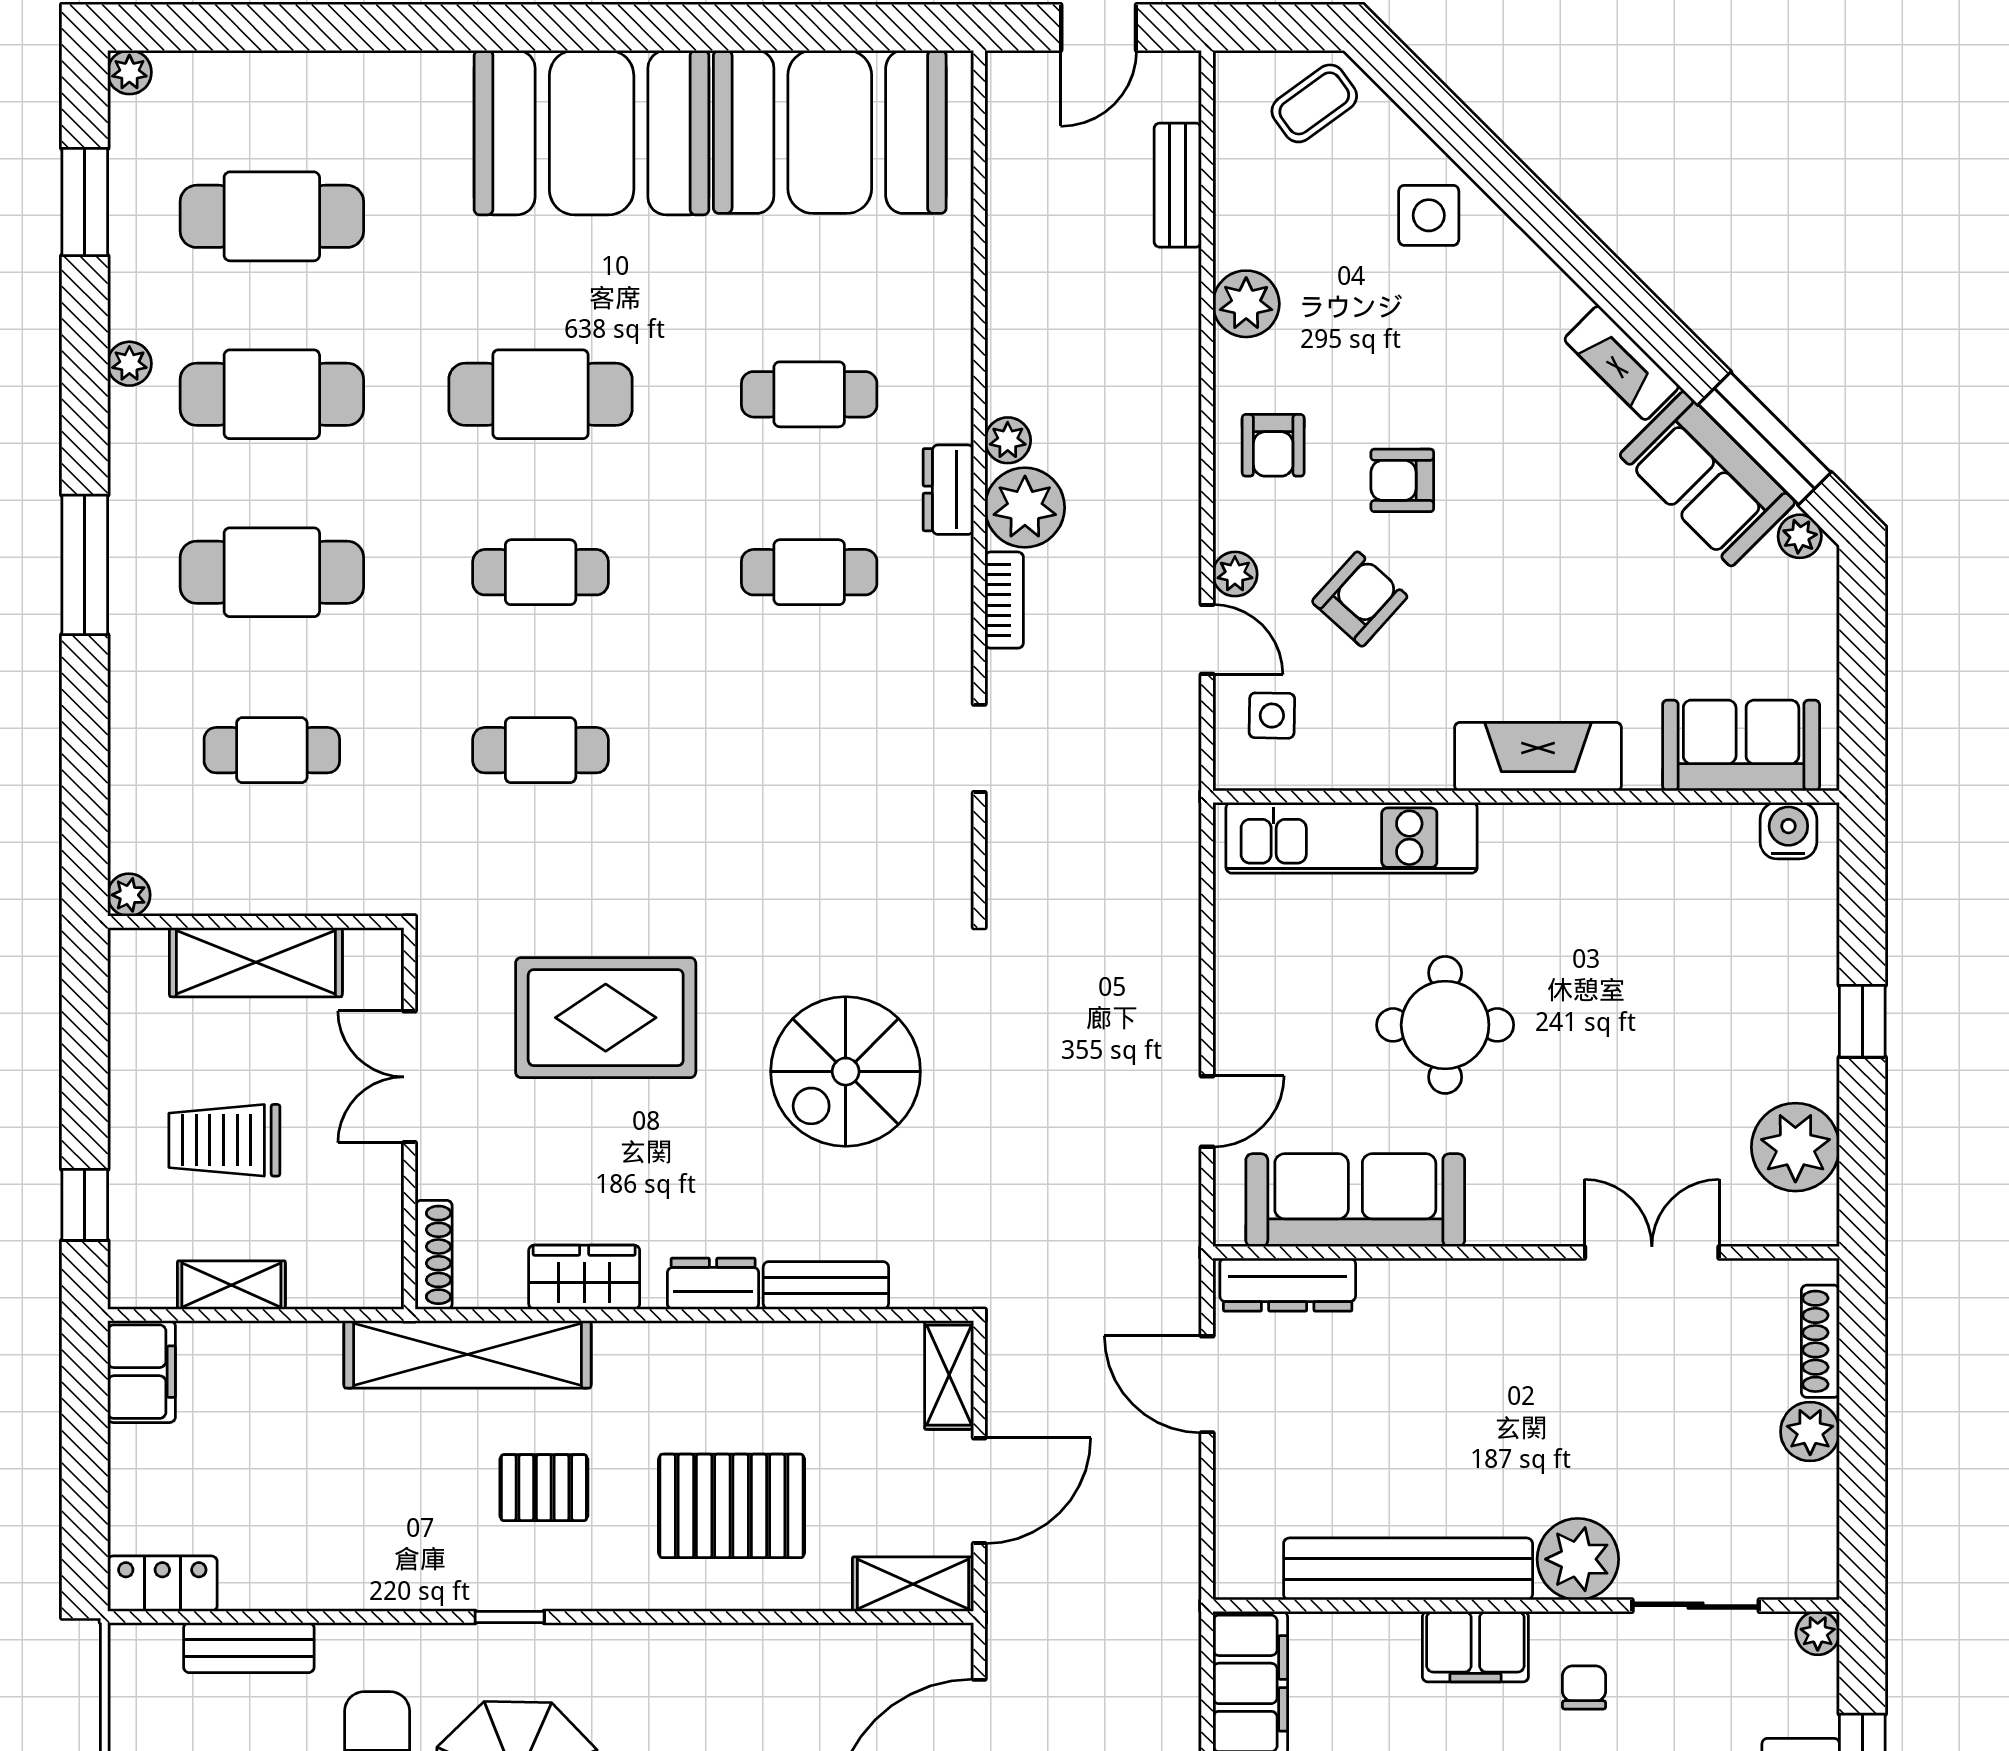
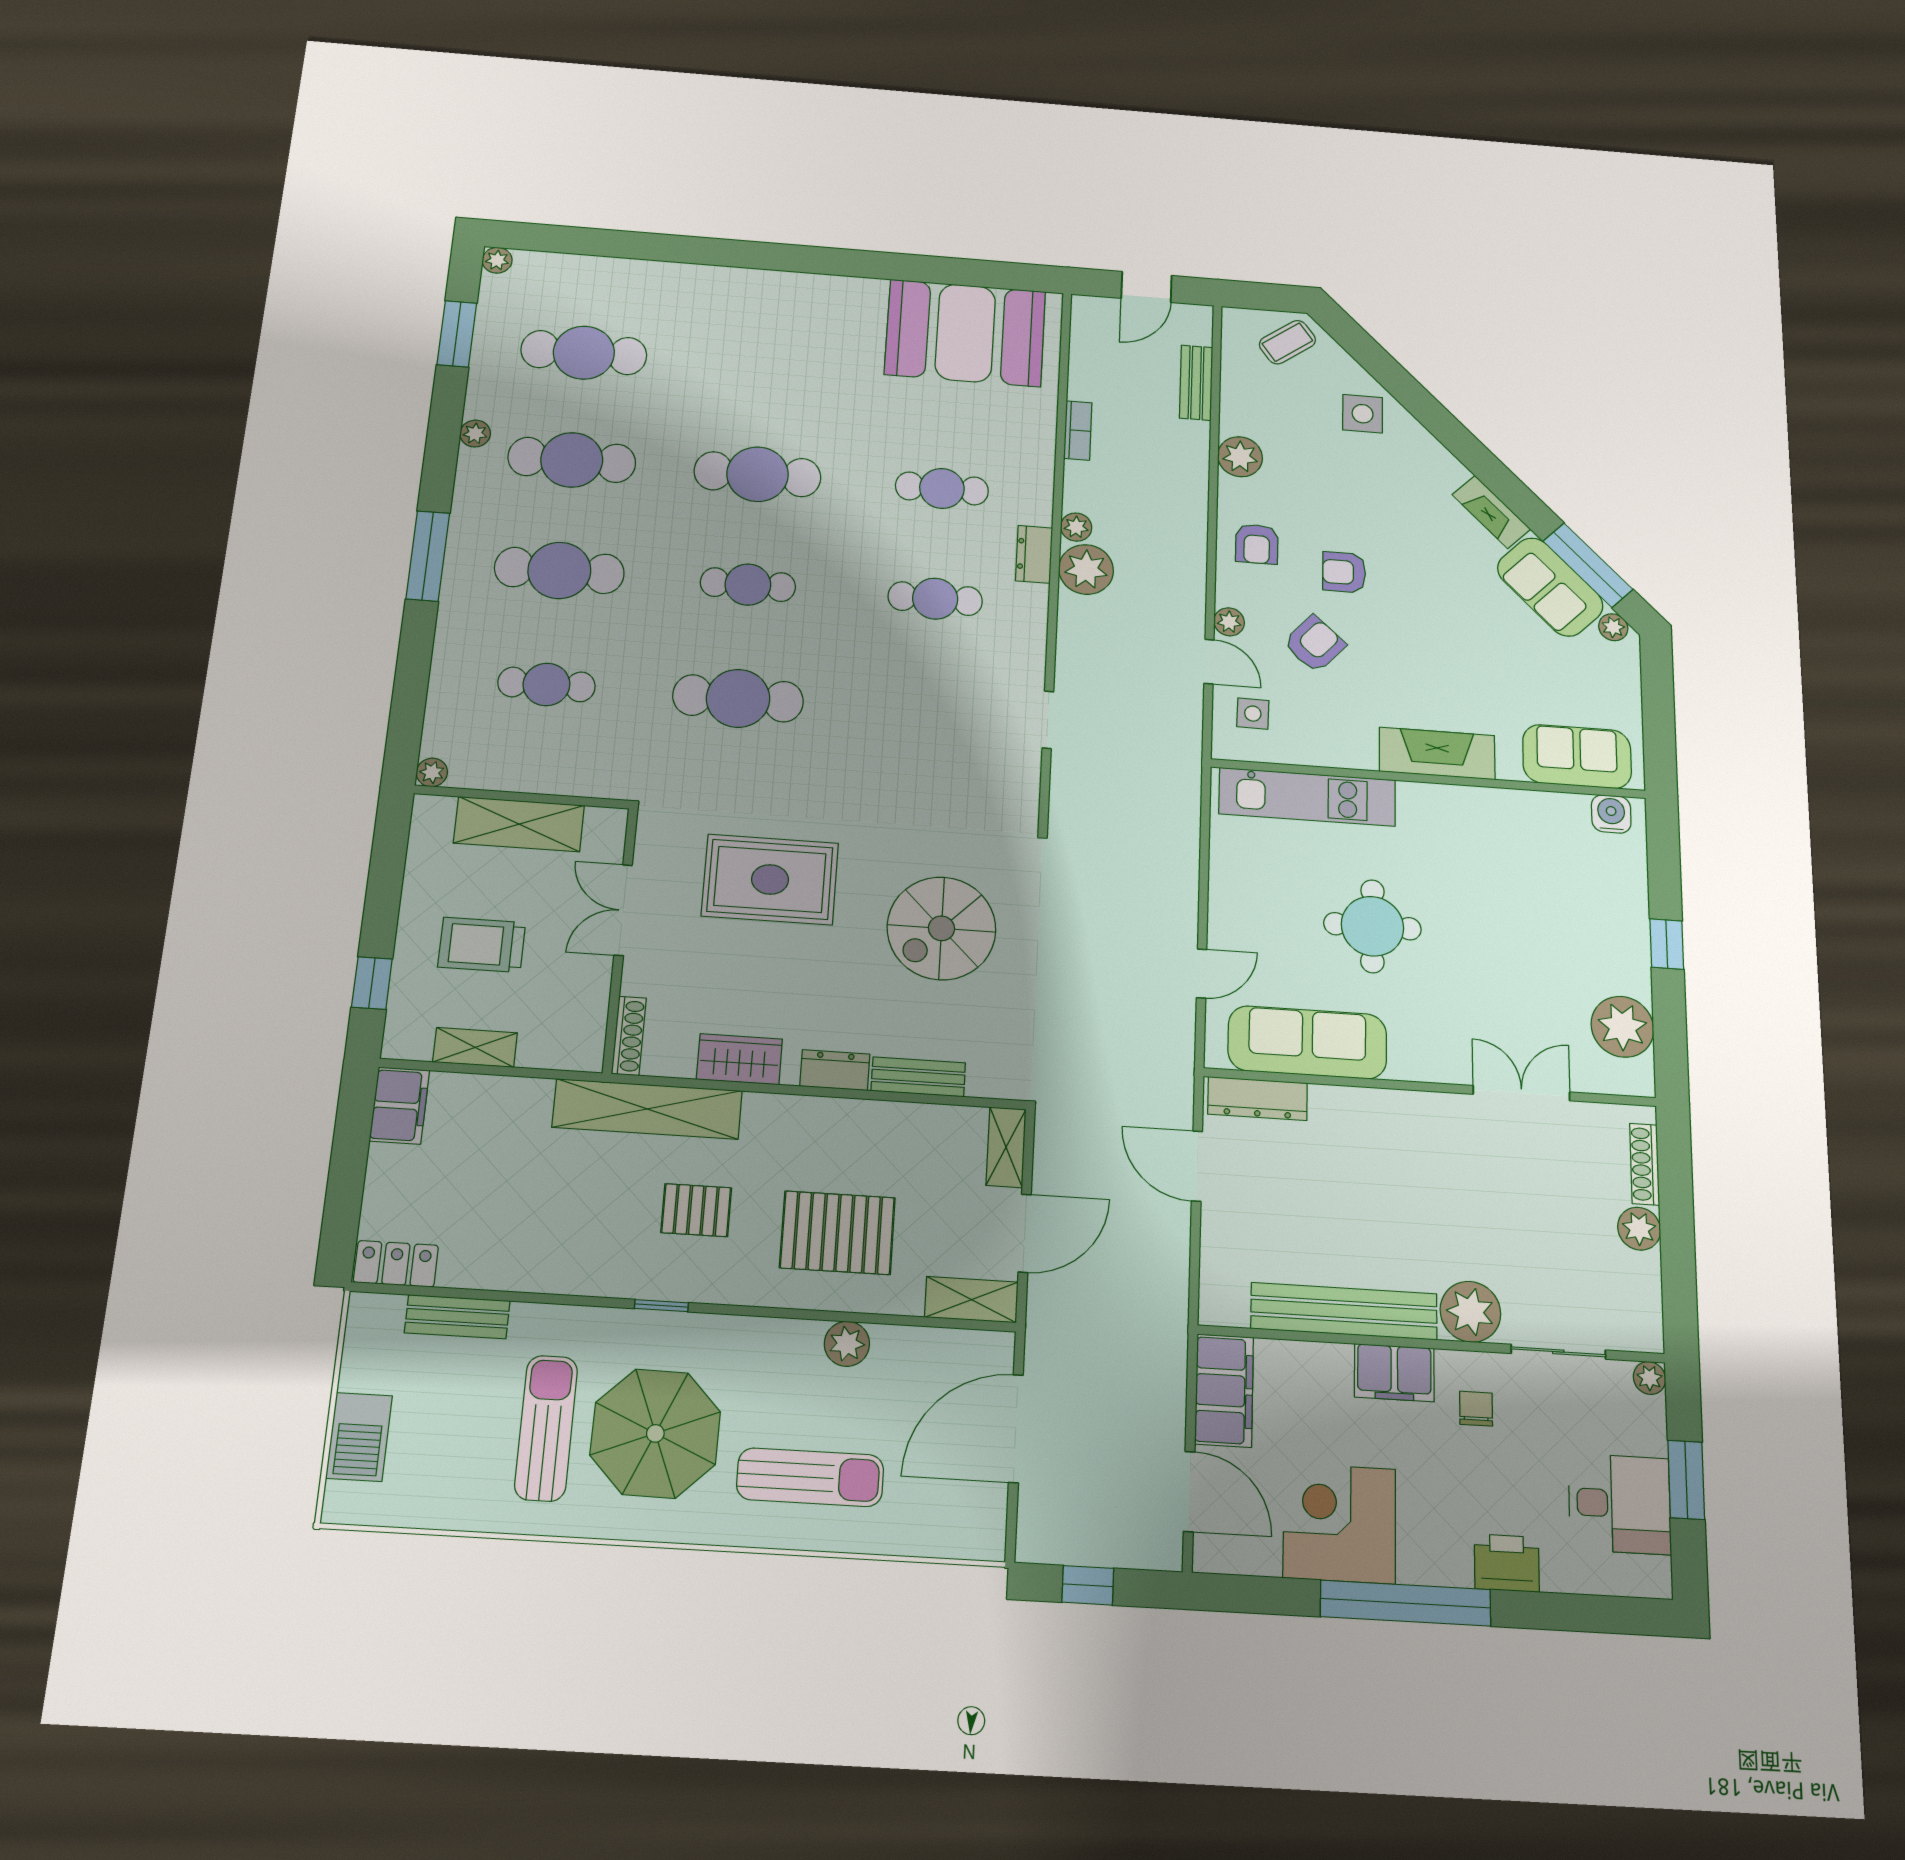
booth: (592, 133) -> (805, 321), removed
bookcase: (1004, 600) -> (1078, 430), moved
cafe table: (541, 750) -> (738, 698), width x1.37, depth x1.35
plant: (754, 1652) -> (847, 1344), added

